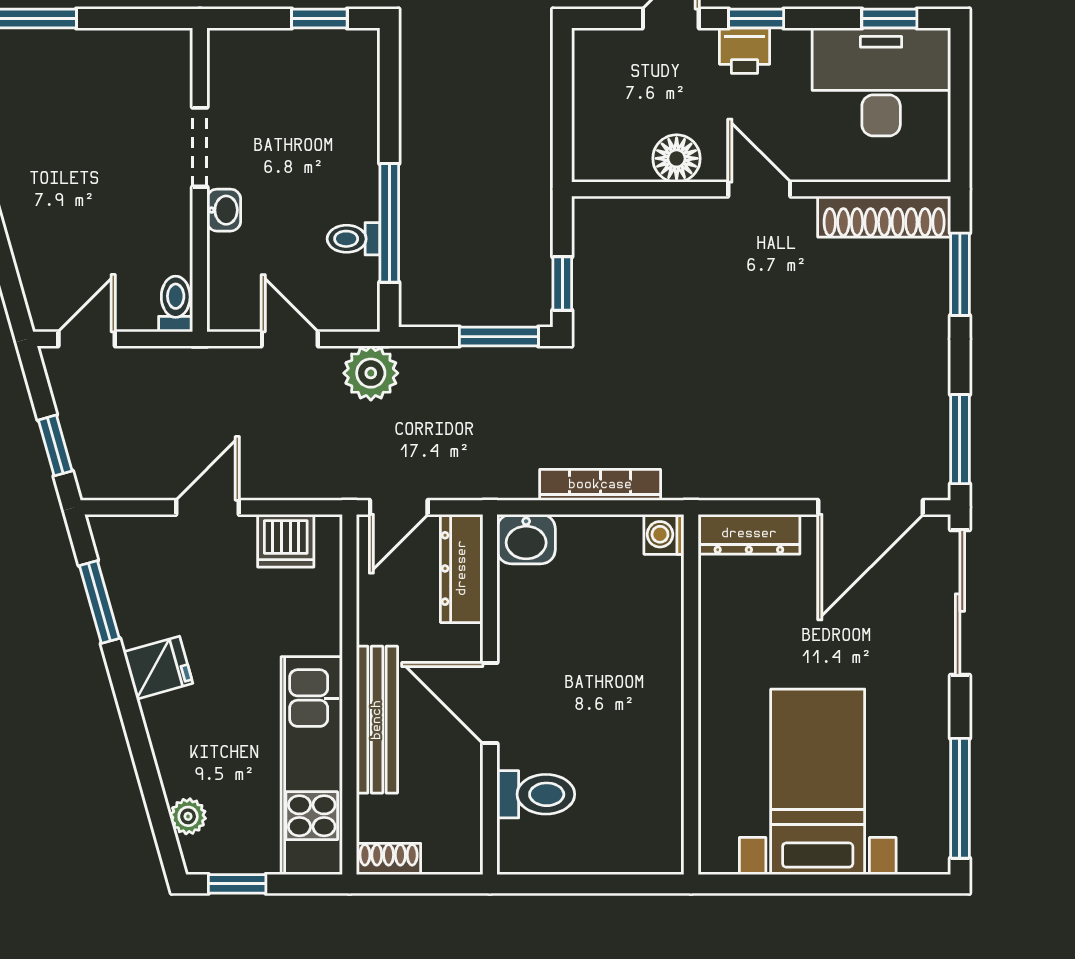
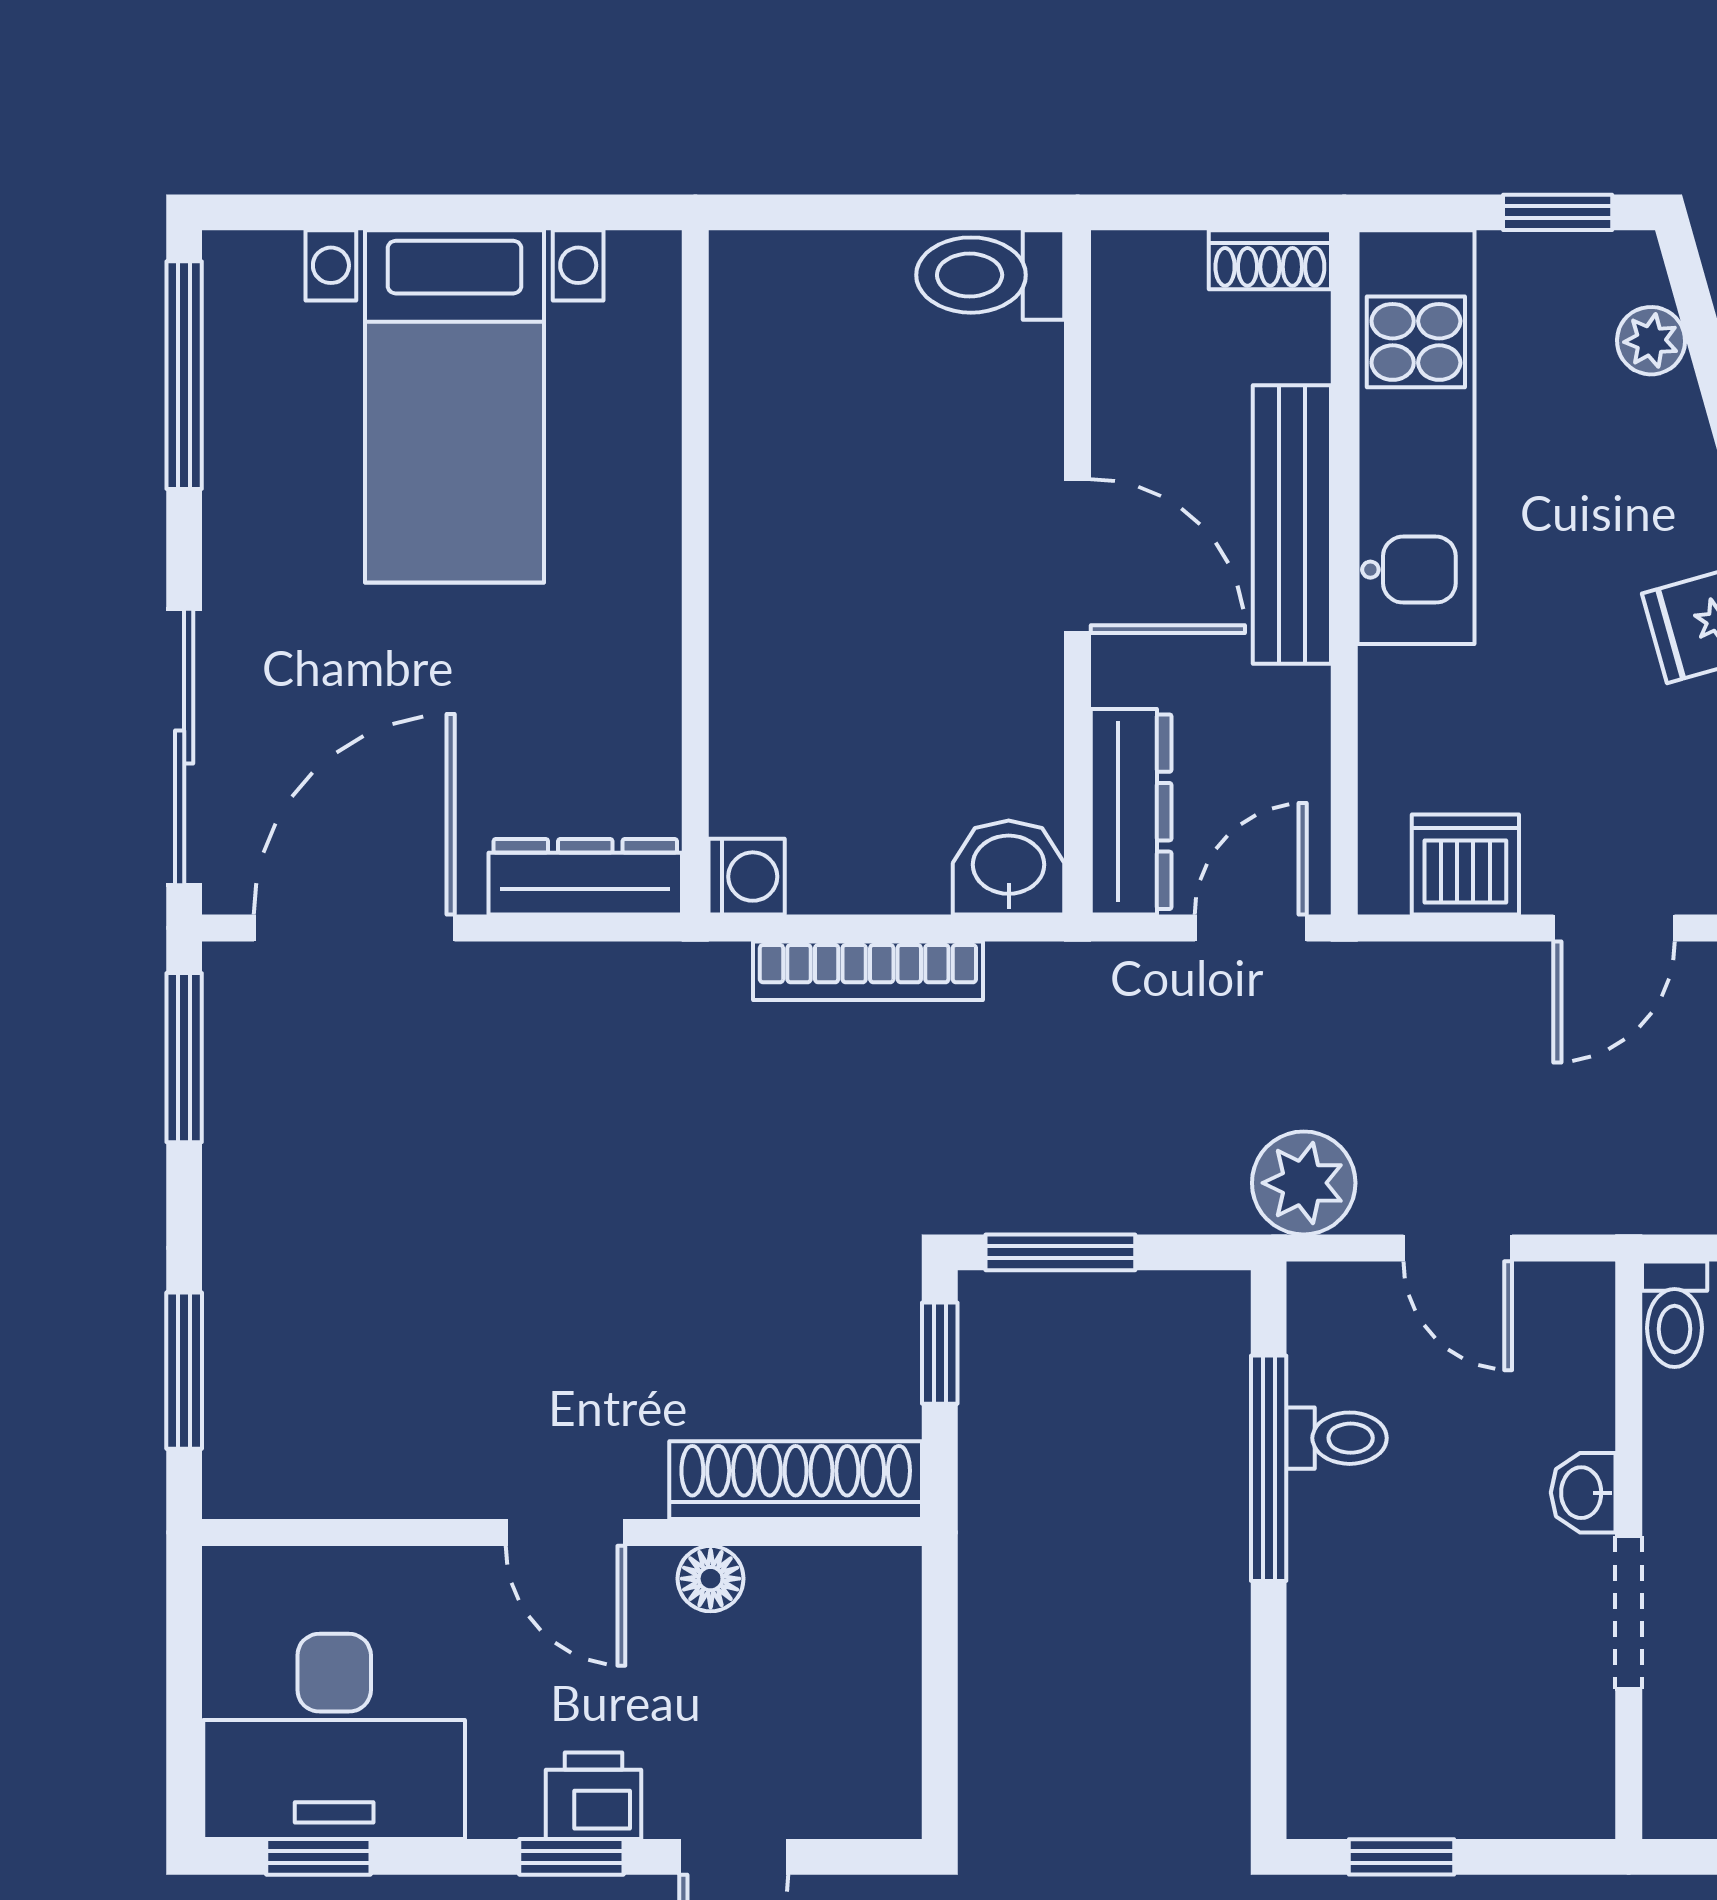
floor lamp: (677, 158) -> (711, 1579), width x0.73, depth x0.73
shoe rack: (884, 217) -> (796, 1480), moved
toilet: (536, 794) -> (990, 275), moved

